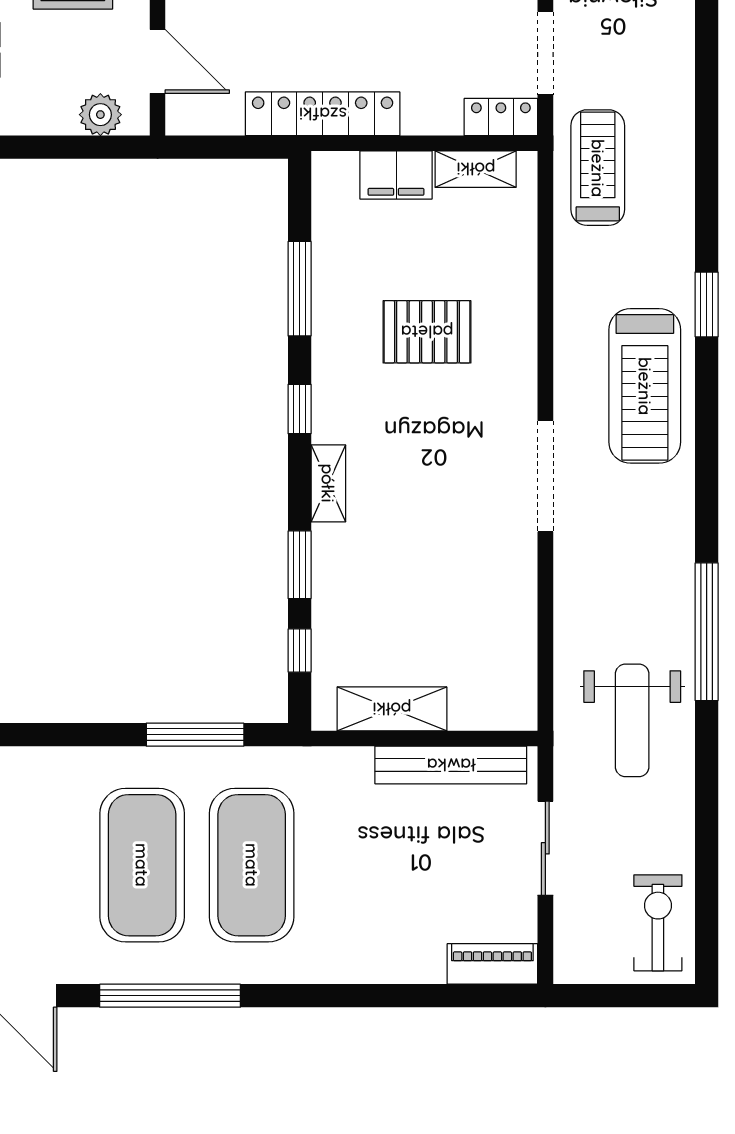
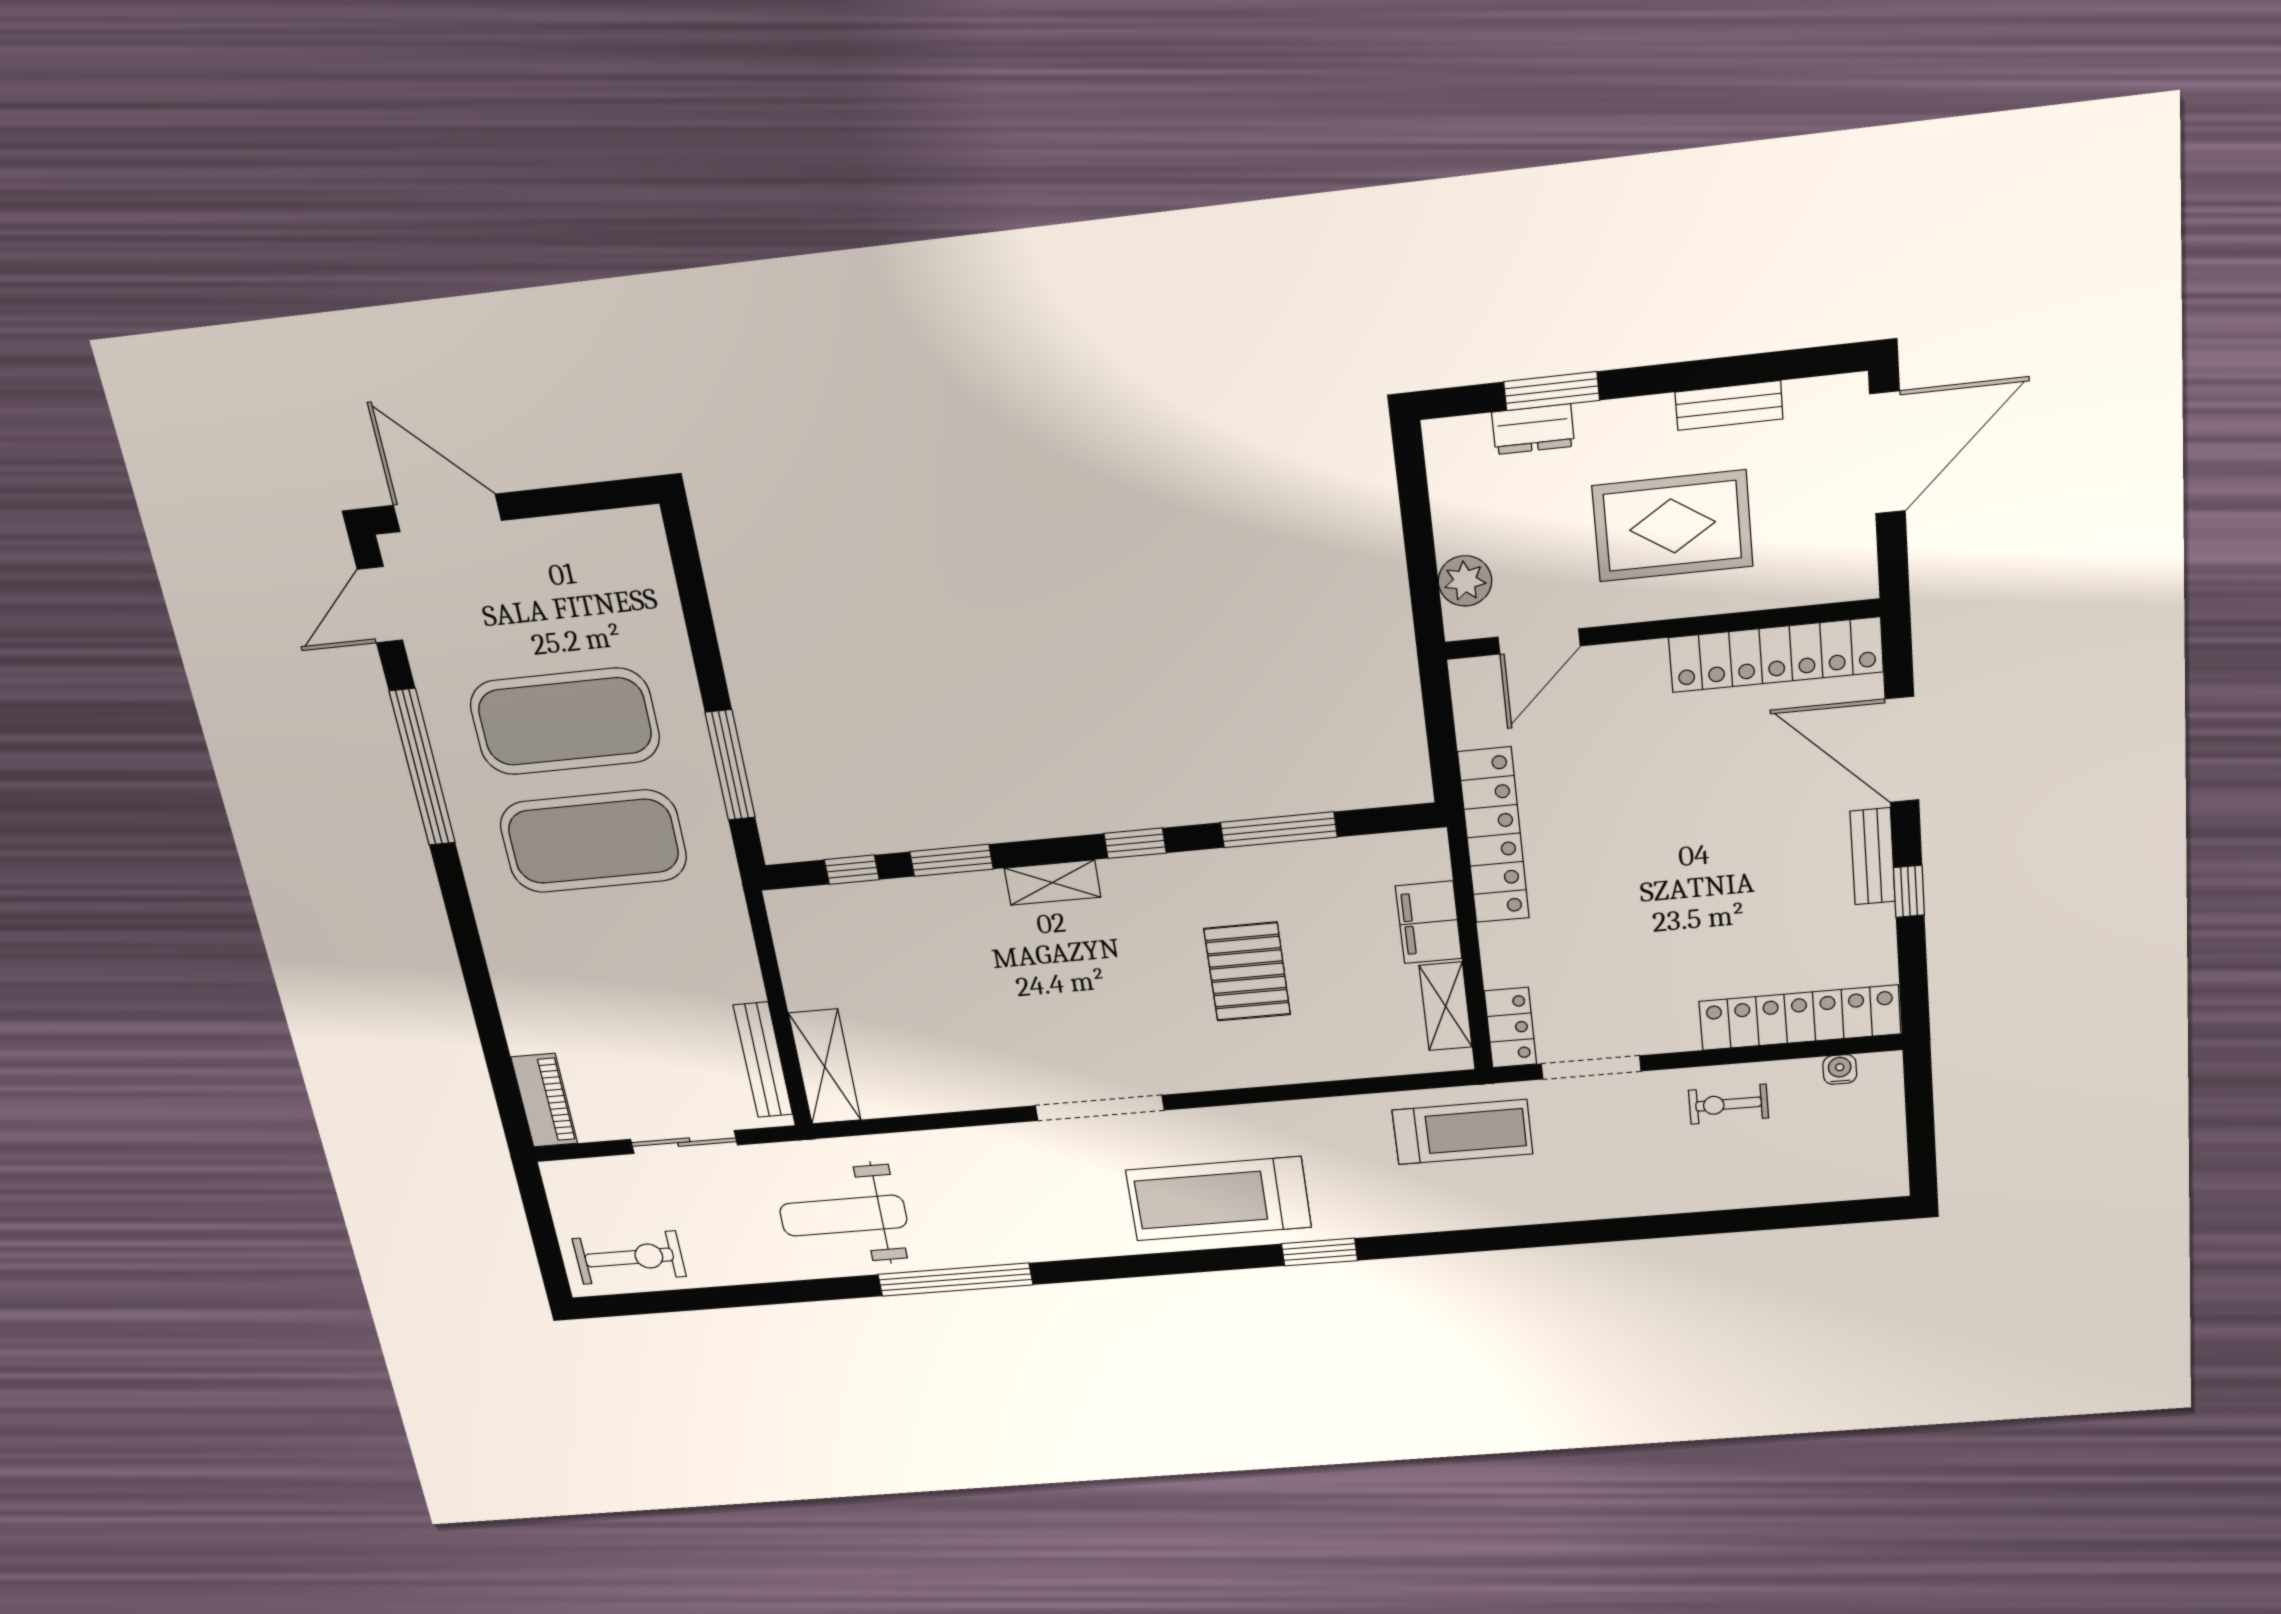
shelving: (392, 709) -> (825, 1067), moved
bench: (451, 765) -> (763, 1060), width x0.73, depth x0.82

